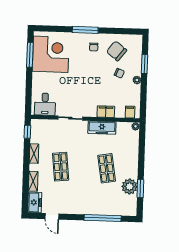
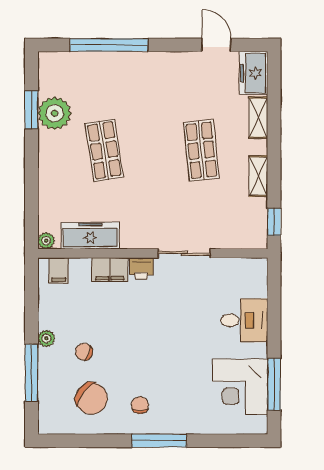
corner desk: (51, 54) -> (240, 387), width x0.74, depth x0.74
window: (145, 64) -> (32, 373), width x1.44
desk: (45, 104) -> (244, 320), moved, turned 90
printer: (91, 112) -> (141, 268), added
freezer: (102, 128) -> (90, 236), moved

